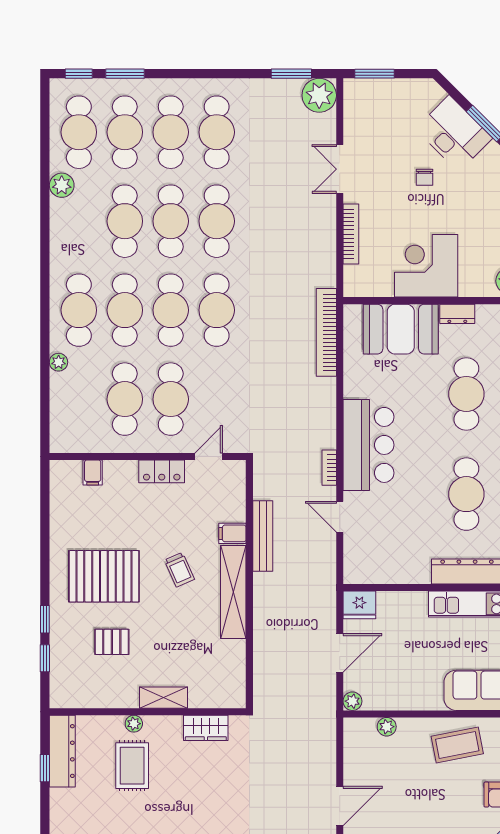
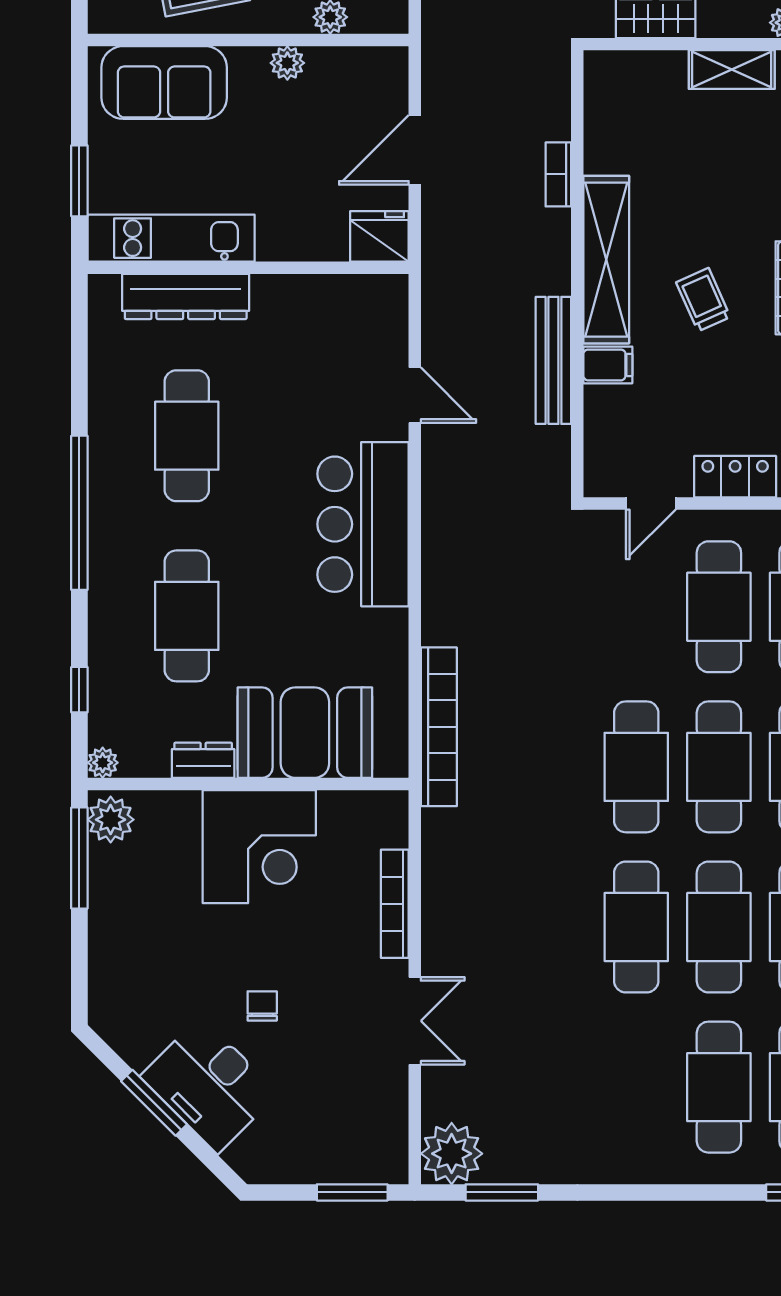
cafe table: (217, 132) -> (636, 1087), removed
bookcase: (329, 468) -> (558, 174), moved, turned 180
plant: (352, 701) -> (287, 63), moved

